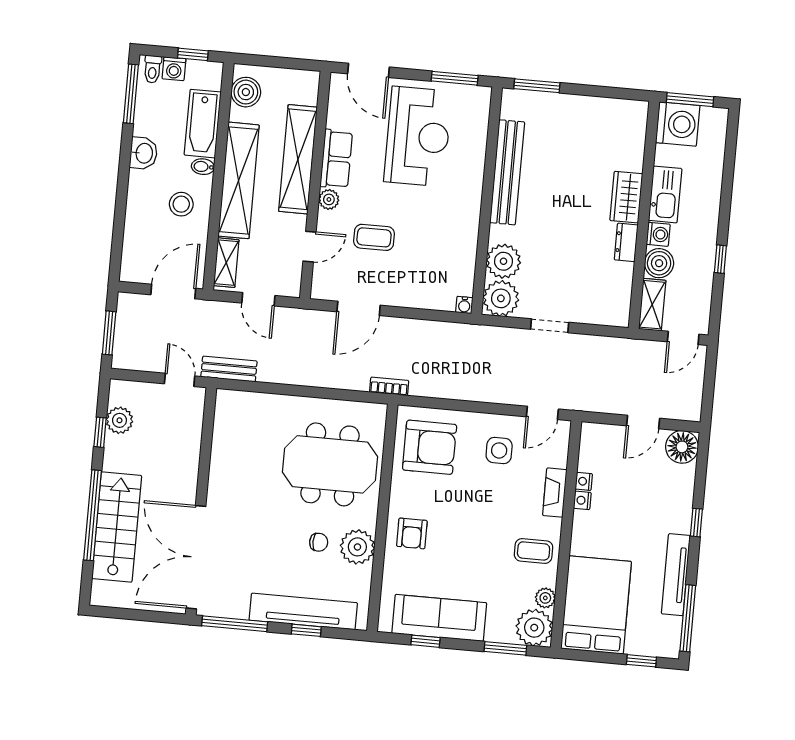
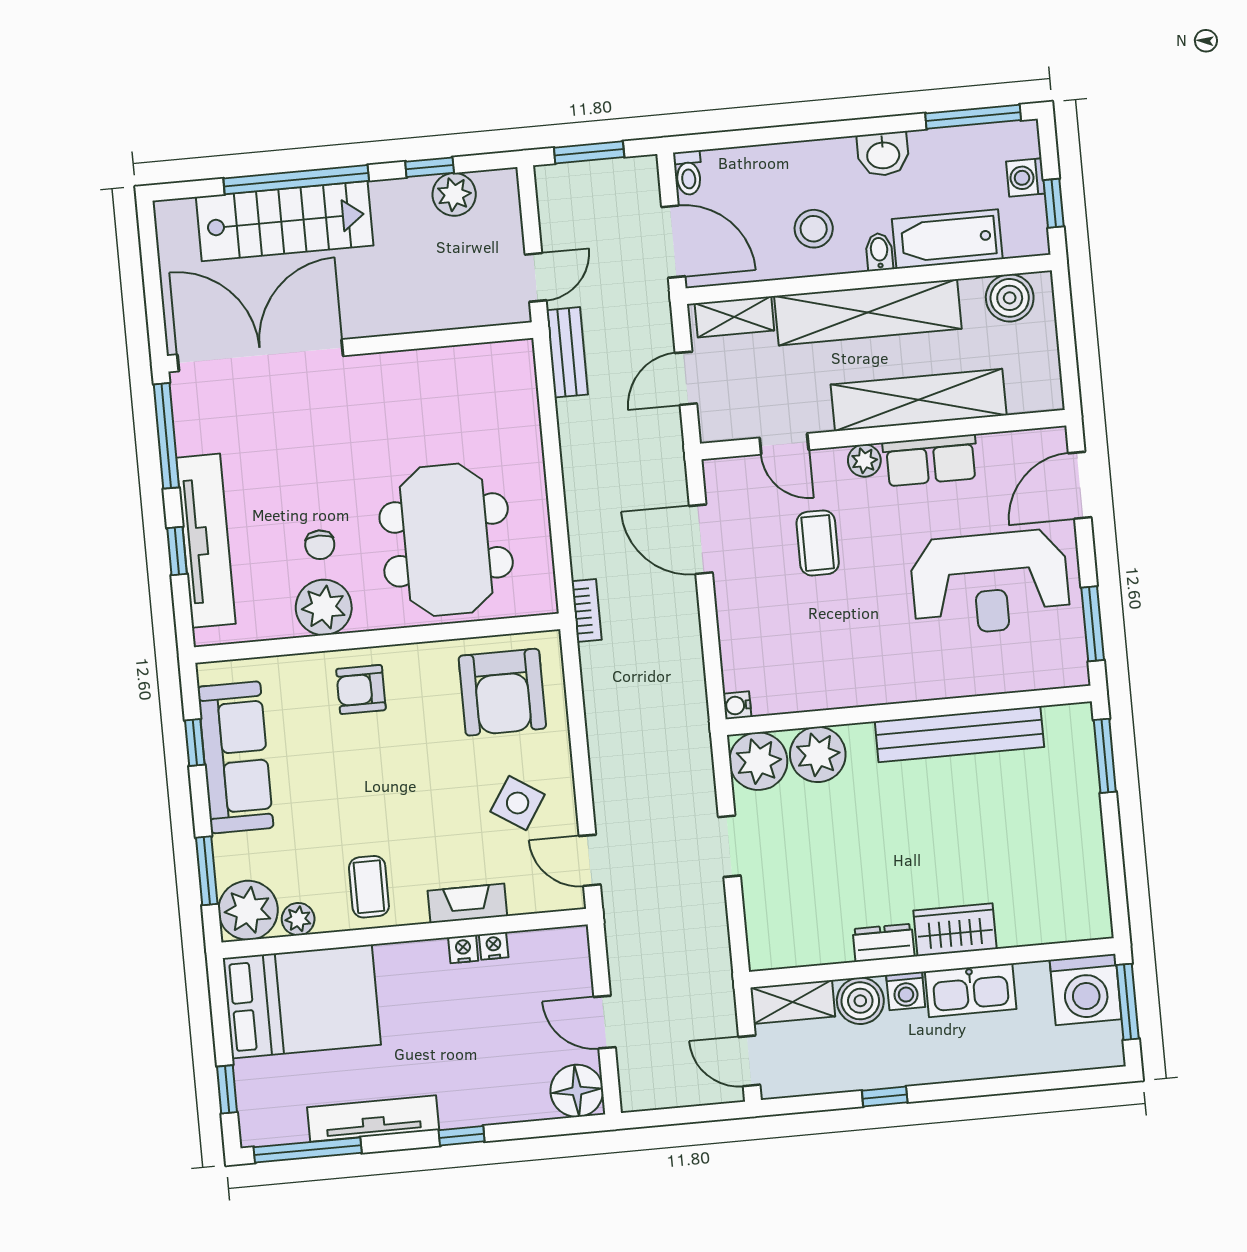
toilet: (153, 69) -> (688, 173), moved, turned -90
side table: (499, 450) -> (518, 803), turned 33

